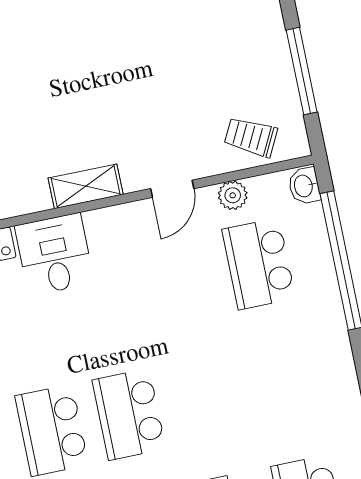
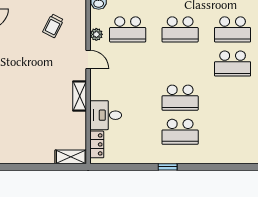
trolley: (251, 137) -> (53, 26), moved
school desk: (283, 382) -> (180, 29), added

